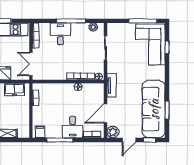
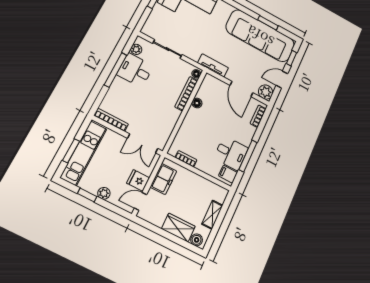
desk: (60, 34) -> (135, 70), moved
desk: (73, 127) -> (231, 153), moved
door: (129, 140) -> (282, 80), swing flipped

